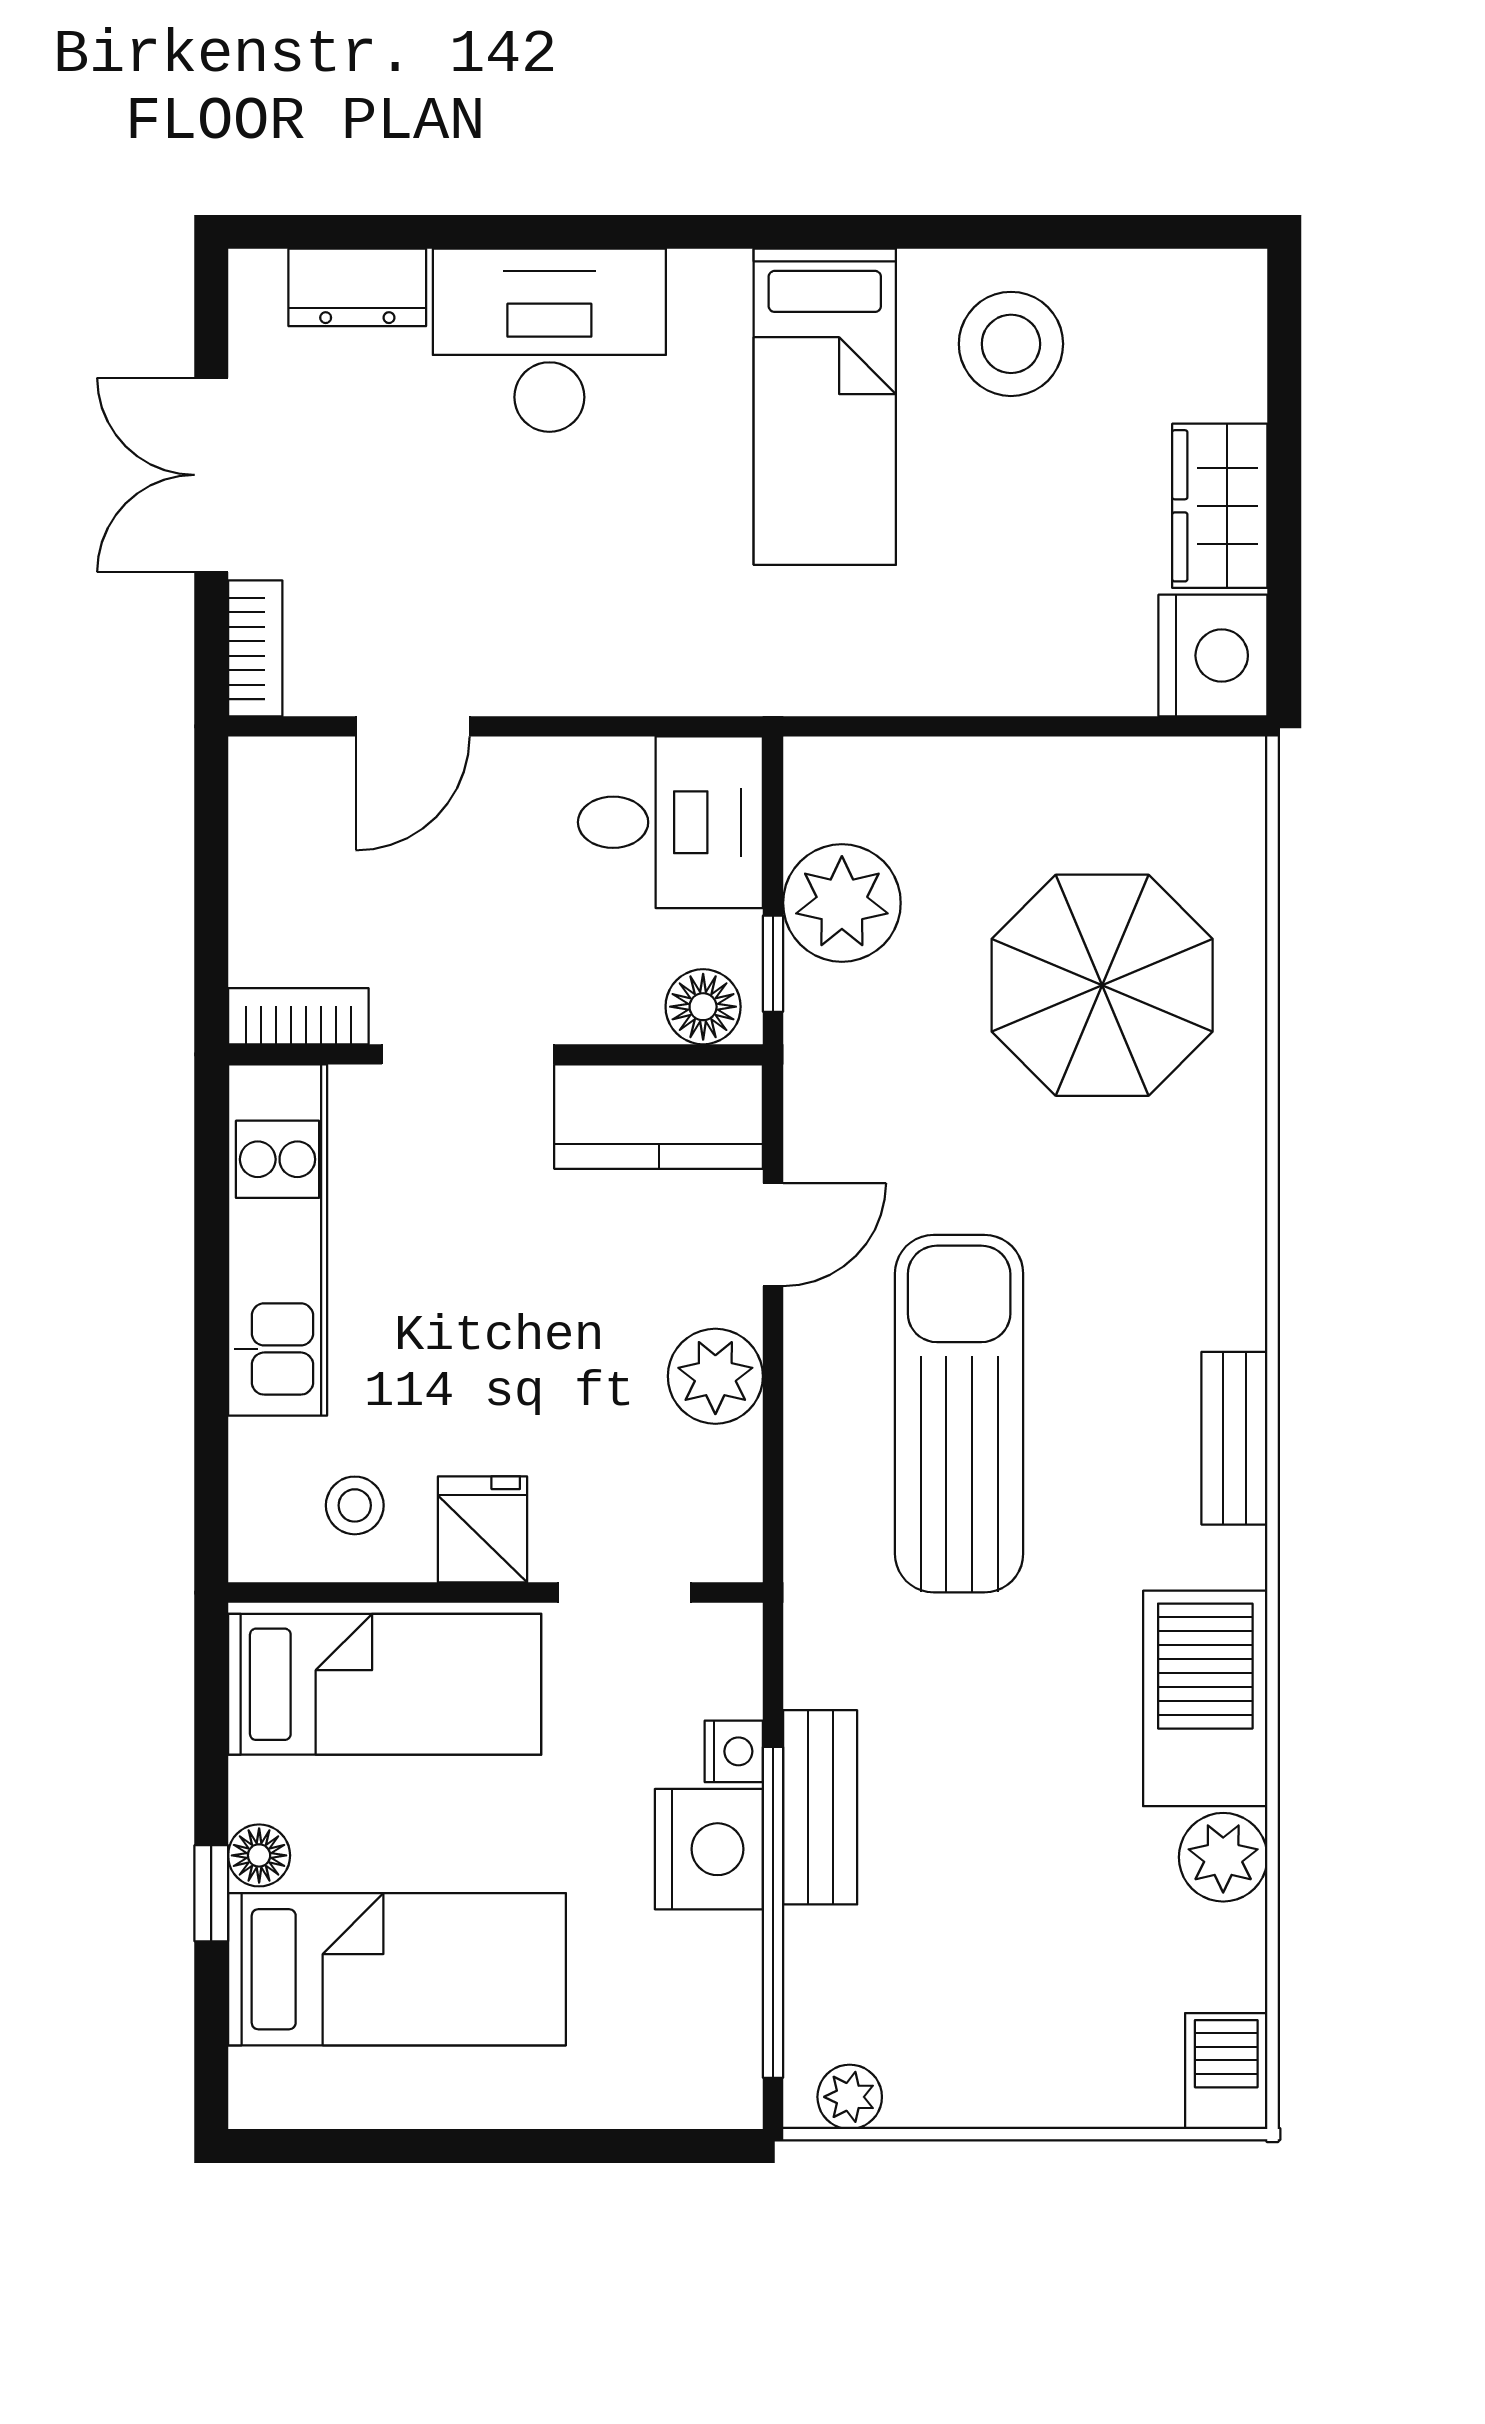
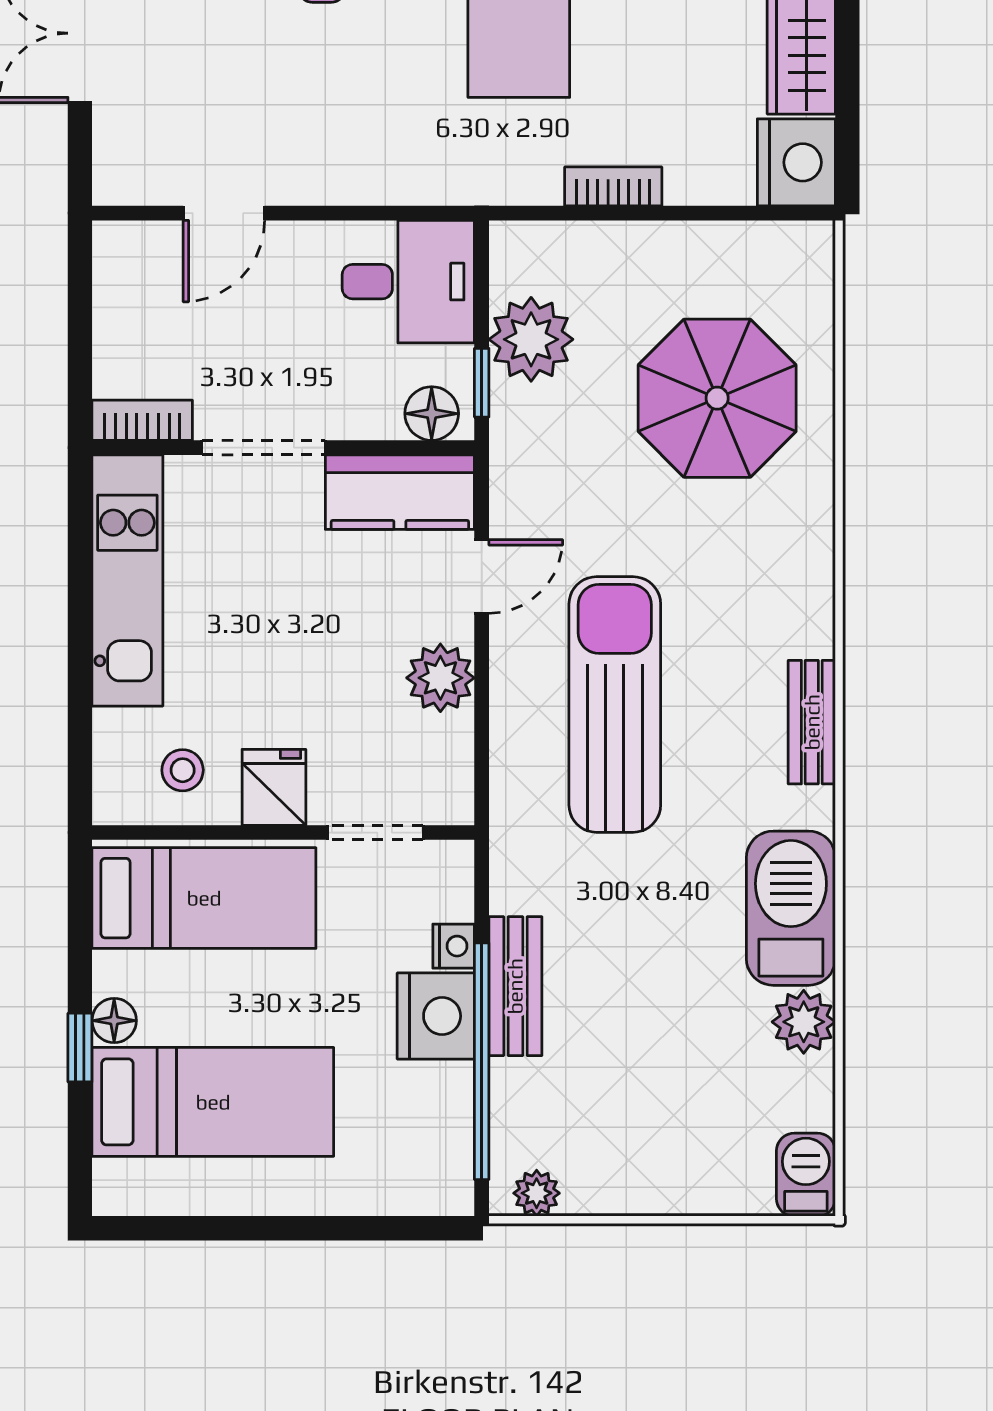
bookcase: (255, 648) -> (613, 186), moved, turned -90

